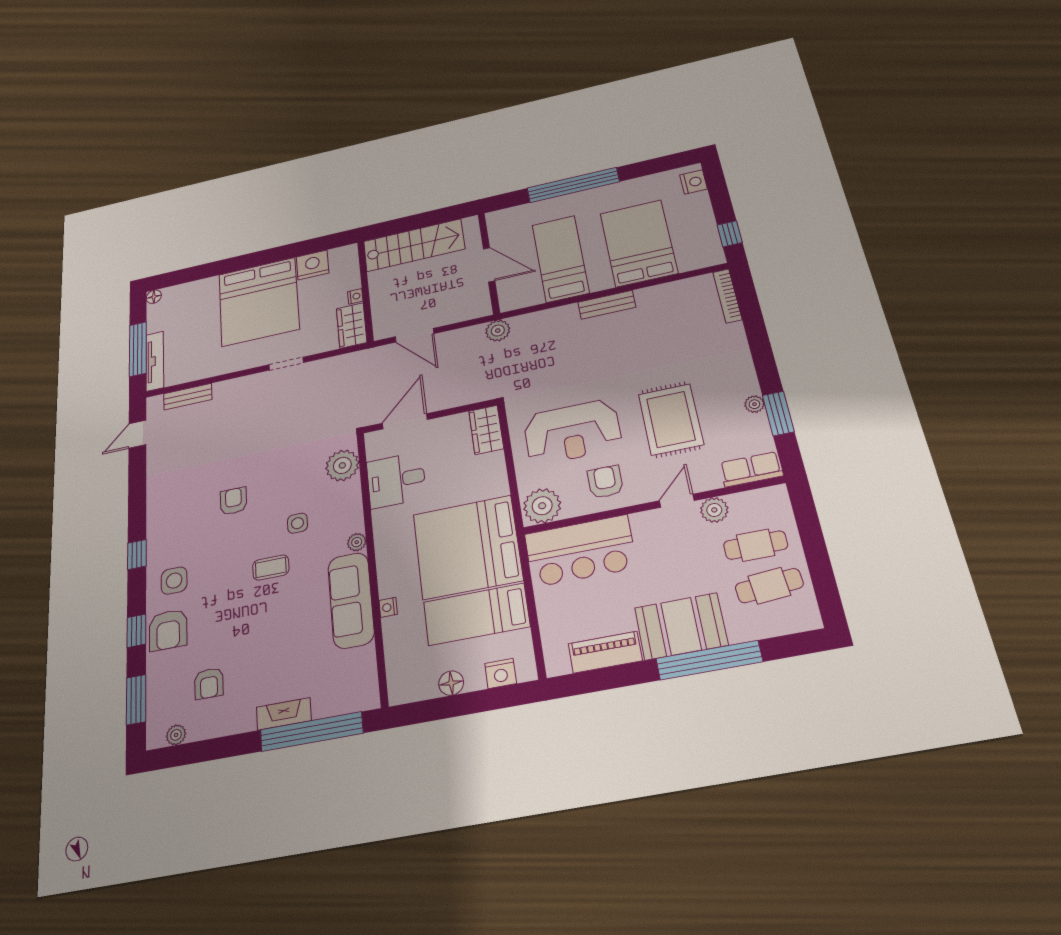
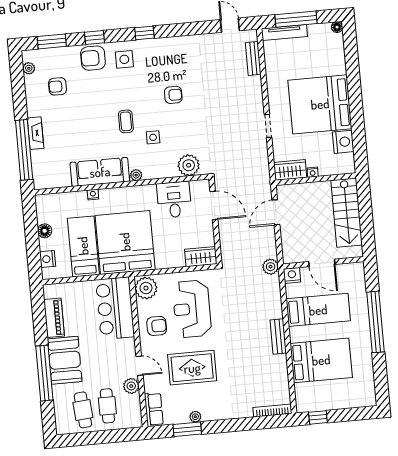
nightstand: (694, 182) -> (292, 275), moved, turned 180
door: (489, 265) -> (322, 263), hinge flipped

